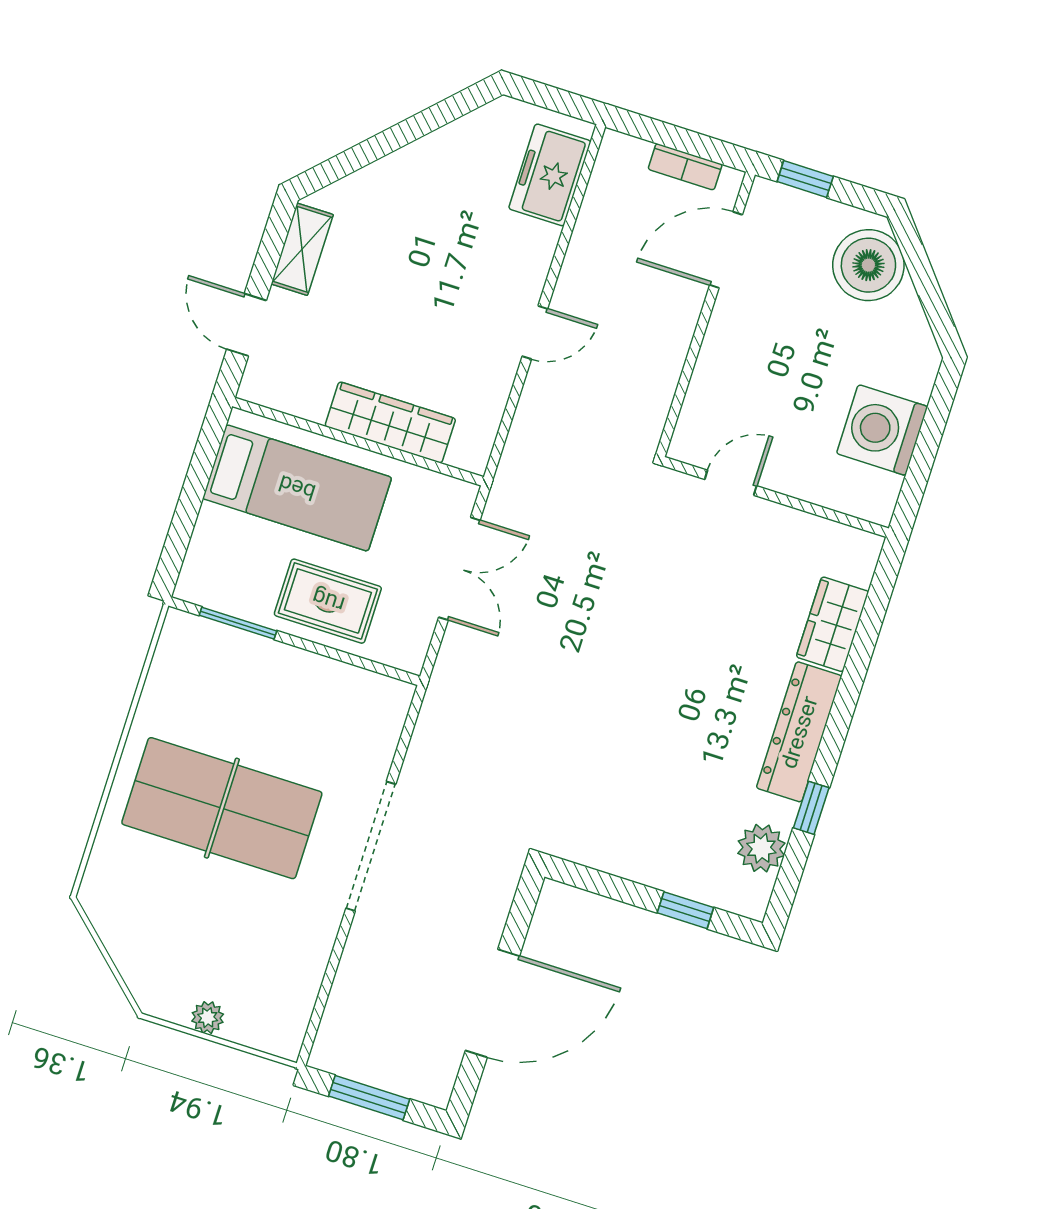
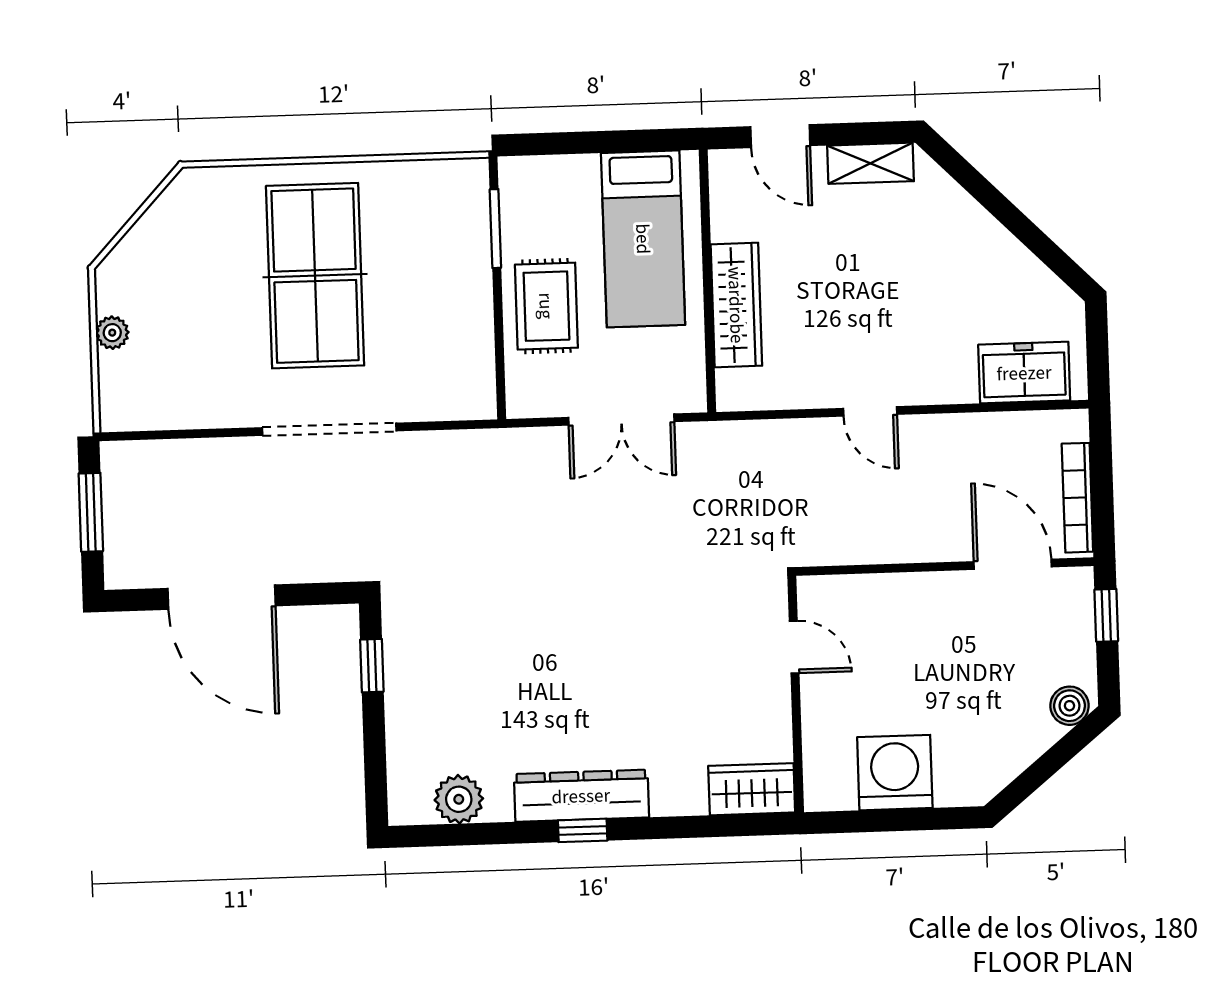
bookcase: (685, 167) -> (1077, 498), width x1.56
boiler: (868, 265) -> (1070, 706), width x0.54, depth x0.54
door: (246, 325) -> (780, 136), swing flipped
wardrobe: (833, 624) -> (752, 789), moved
window: (811, 808) -> (583, 830), moved
window: (685, 910) -> (372, 666), moved

